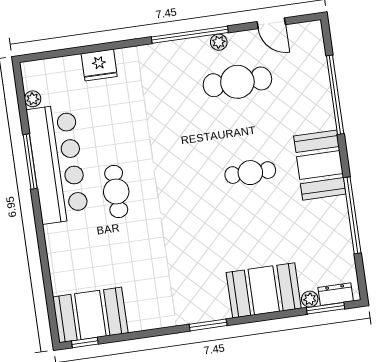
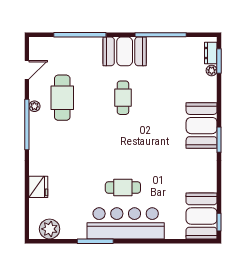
plant: (33, 99) -> (50, 229), width x1.88, depth x1.88
bar counter: (58, 164) -> (126, 223), moved
booth: (264, 290) -> (202, 126), moved

